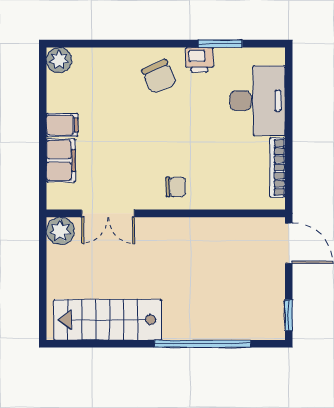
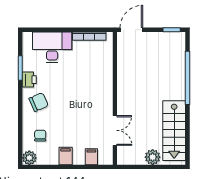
filing cabinet: (61, 160) -> (91, 157), width x0.50
chair: (176, 187) -> (40, 136), moved
plant: (60, 231) -> (153, 157), moved

